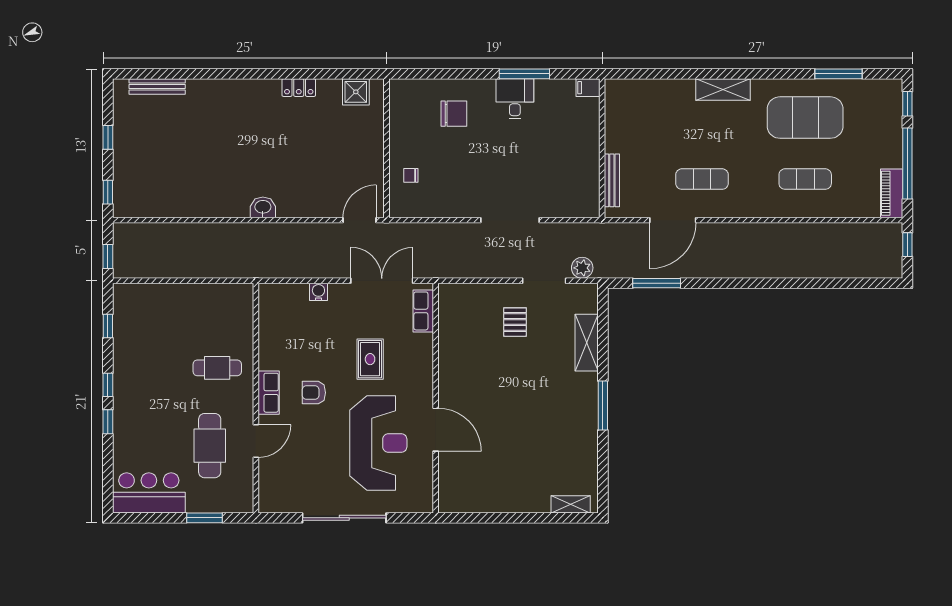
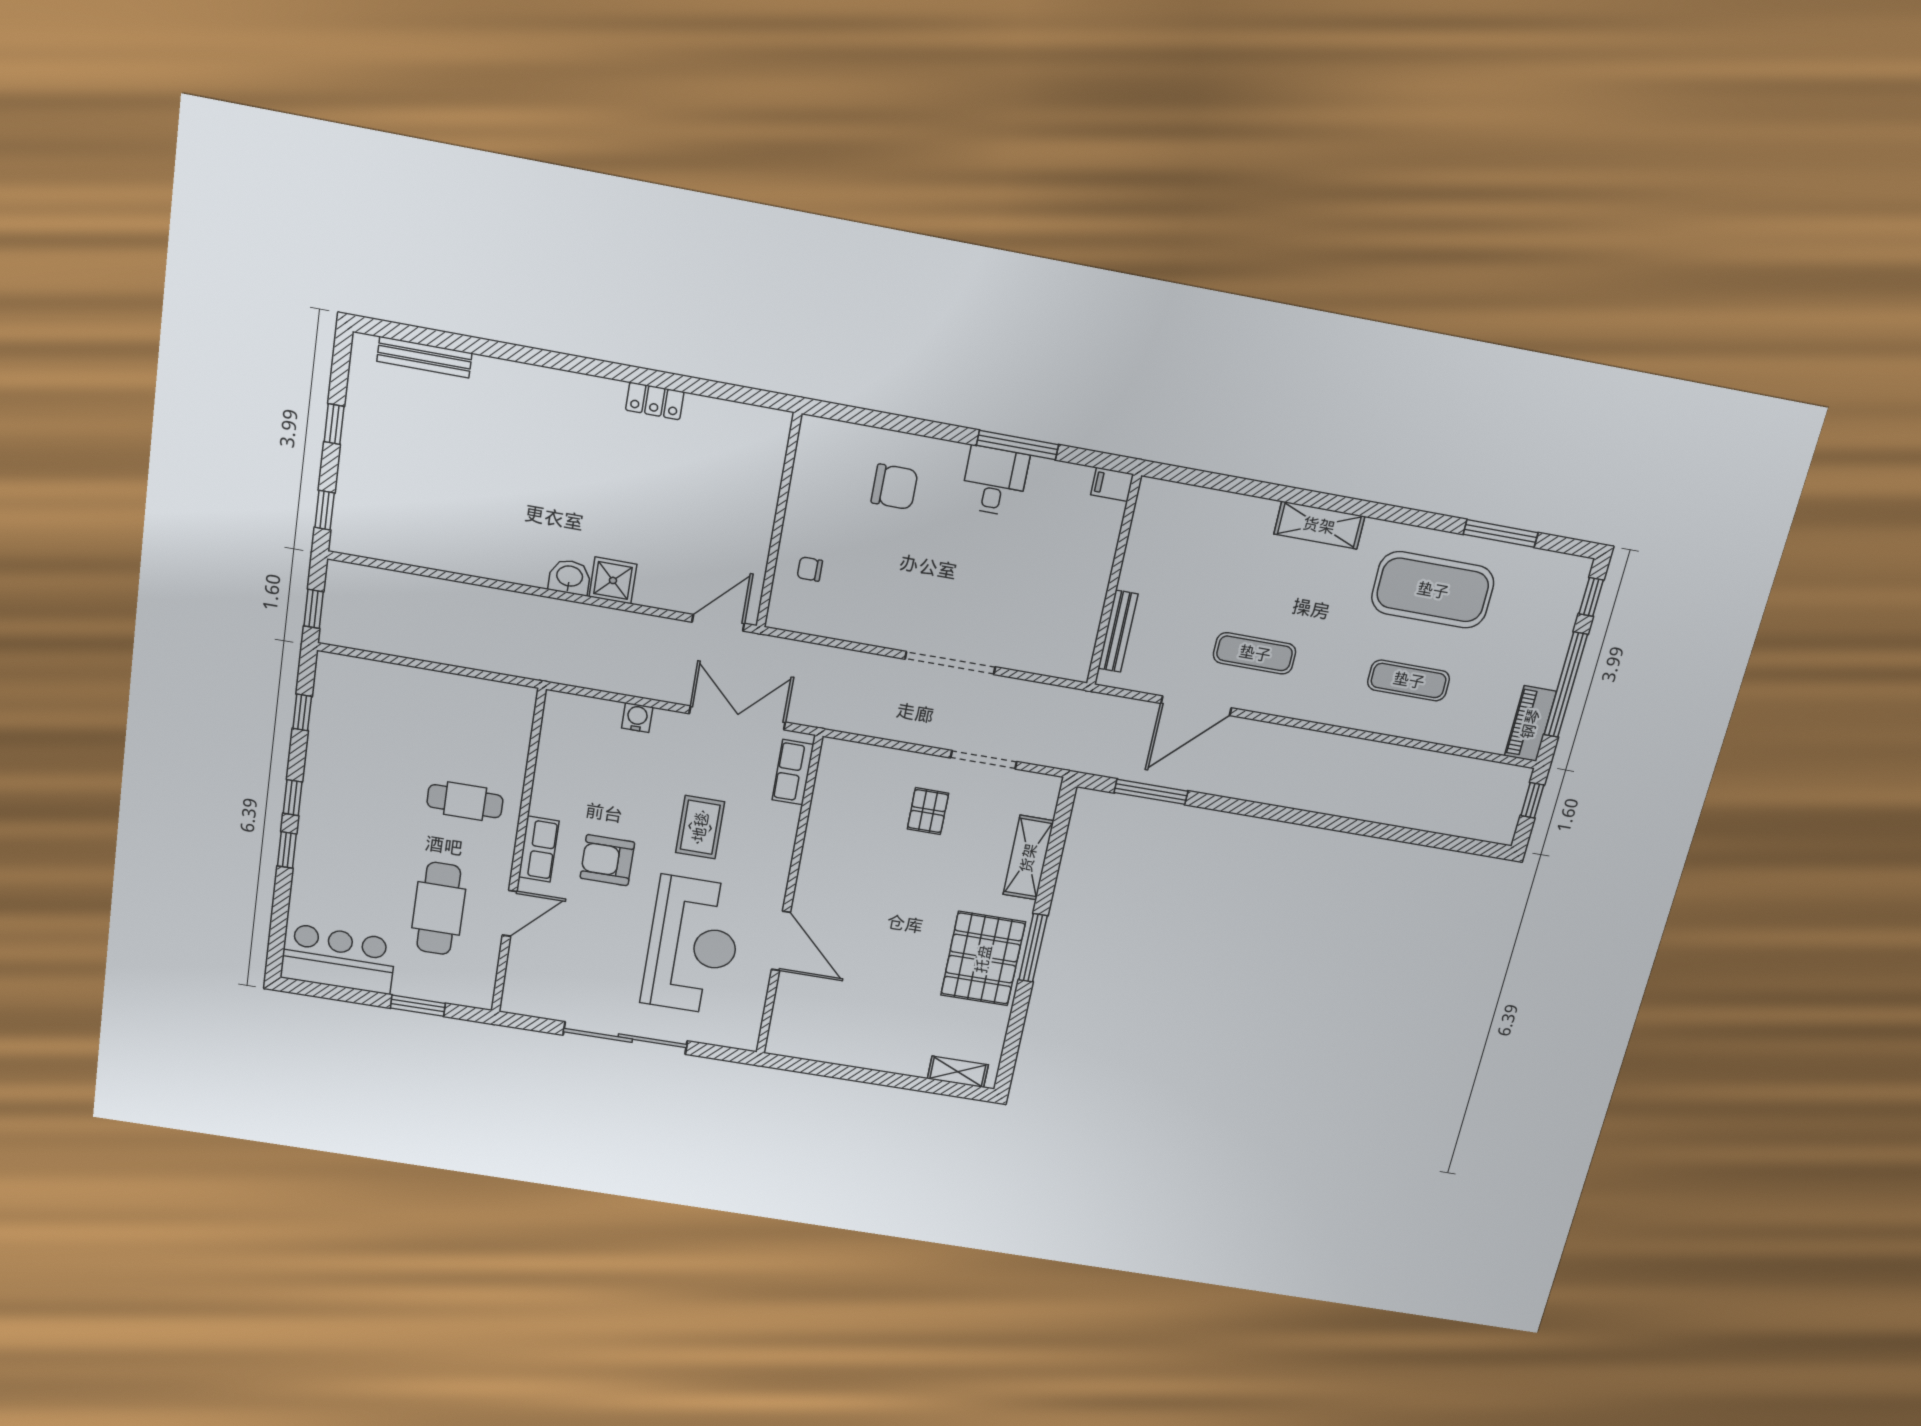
shower: (356, 92) -> (613, 580), moved
plant: (582, 268) -> (1045, 751), removed
armchair: (314, 393) -> (607, 860), width x1.38, depth x1.38
pallet: (571, 419) -> (983, 959), added

